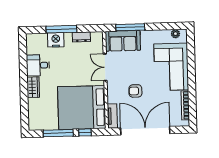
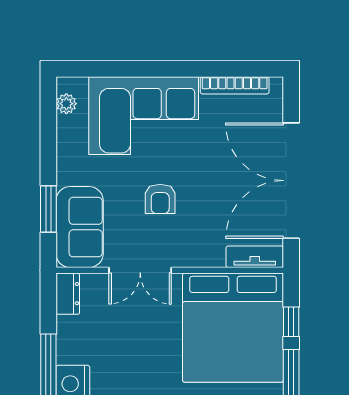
window: (130, 27) -> (48, 209), width x0.69
dresser: (81, 37) -> (68, 294), moved
armchair: (135, 91) -> (160, 199), moved

